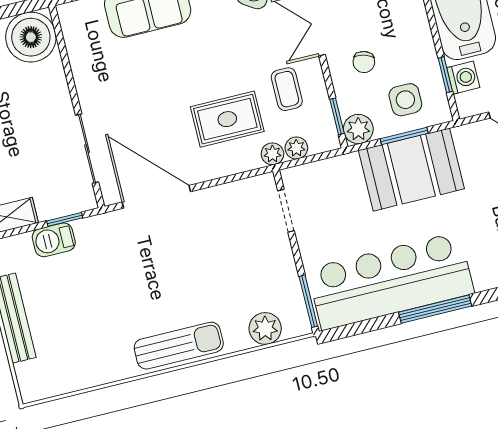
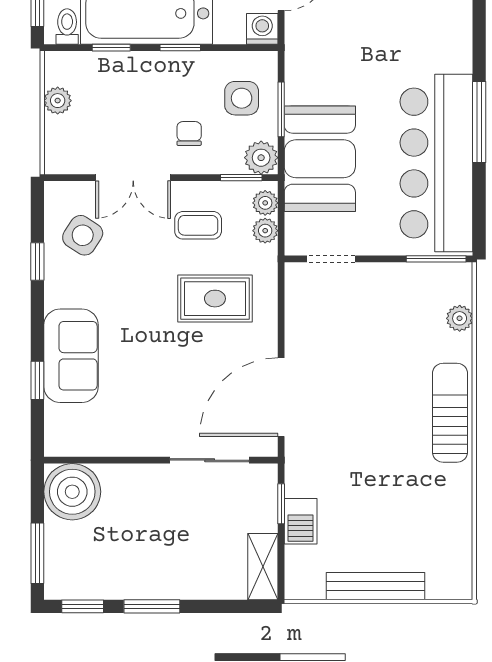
chair: (364, 62) -> (189, 134), turned -106
window: (445, 75) -> (180, 48), moved
washing machine: (463, 78) -> (262, 29), moved
rug: (227, 119) -> (215, 299), turned 90
plant: (272, 154) -> (265, 203), moved
booth: (411, 170) -> (320, 159), moved
plant: (265, 329) -> (460, 318), width x0.73, depth x0.73

